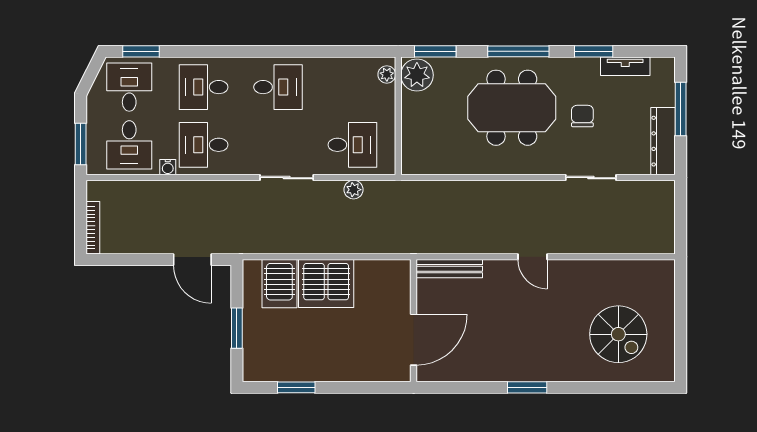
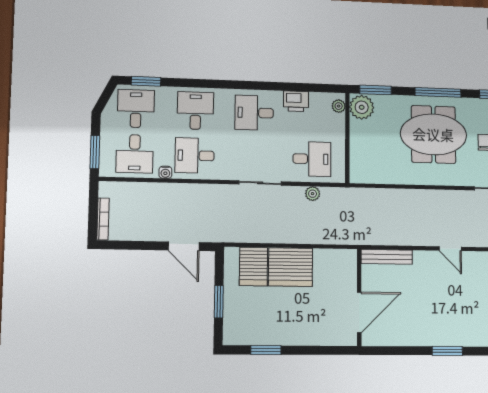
printer: (331, 70) -> (296, 101), added
desk: (204, 87) -> (195, 111), turned 90
desk: (278, 87) -> (254, 113), turned 180

